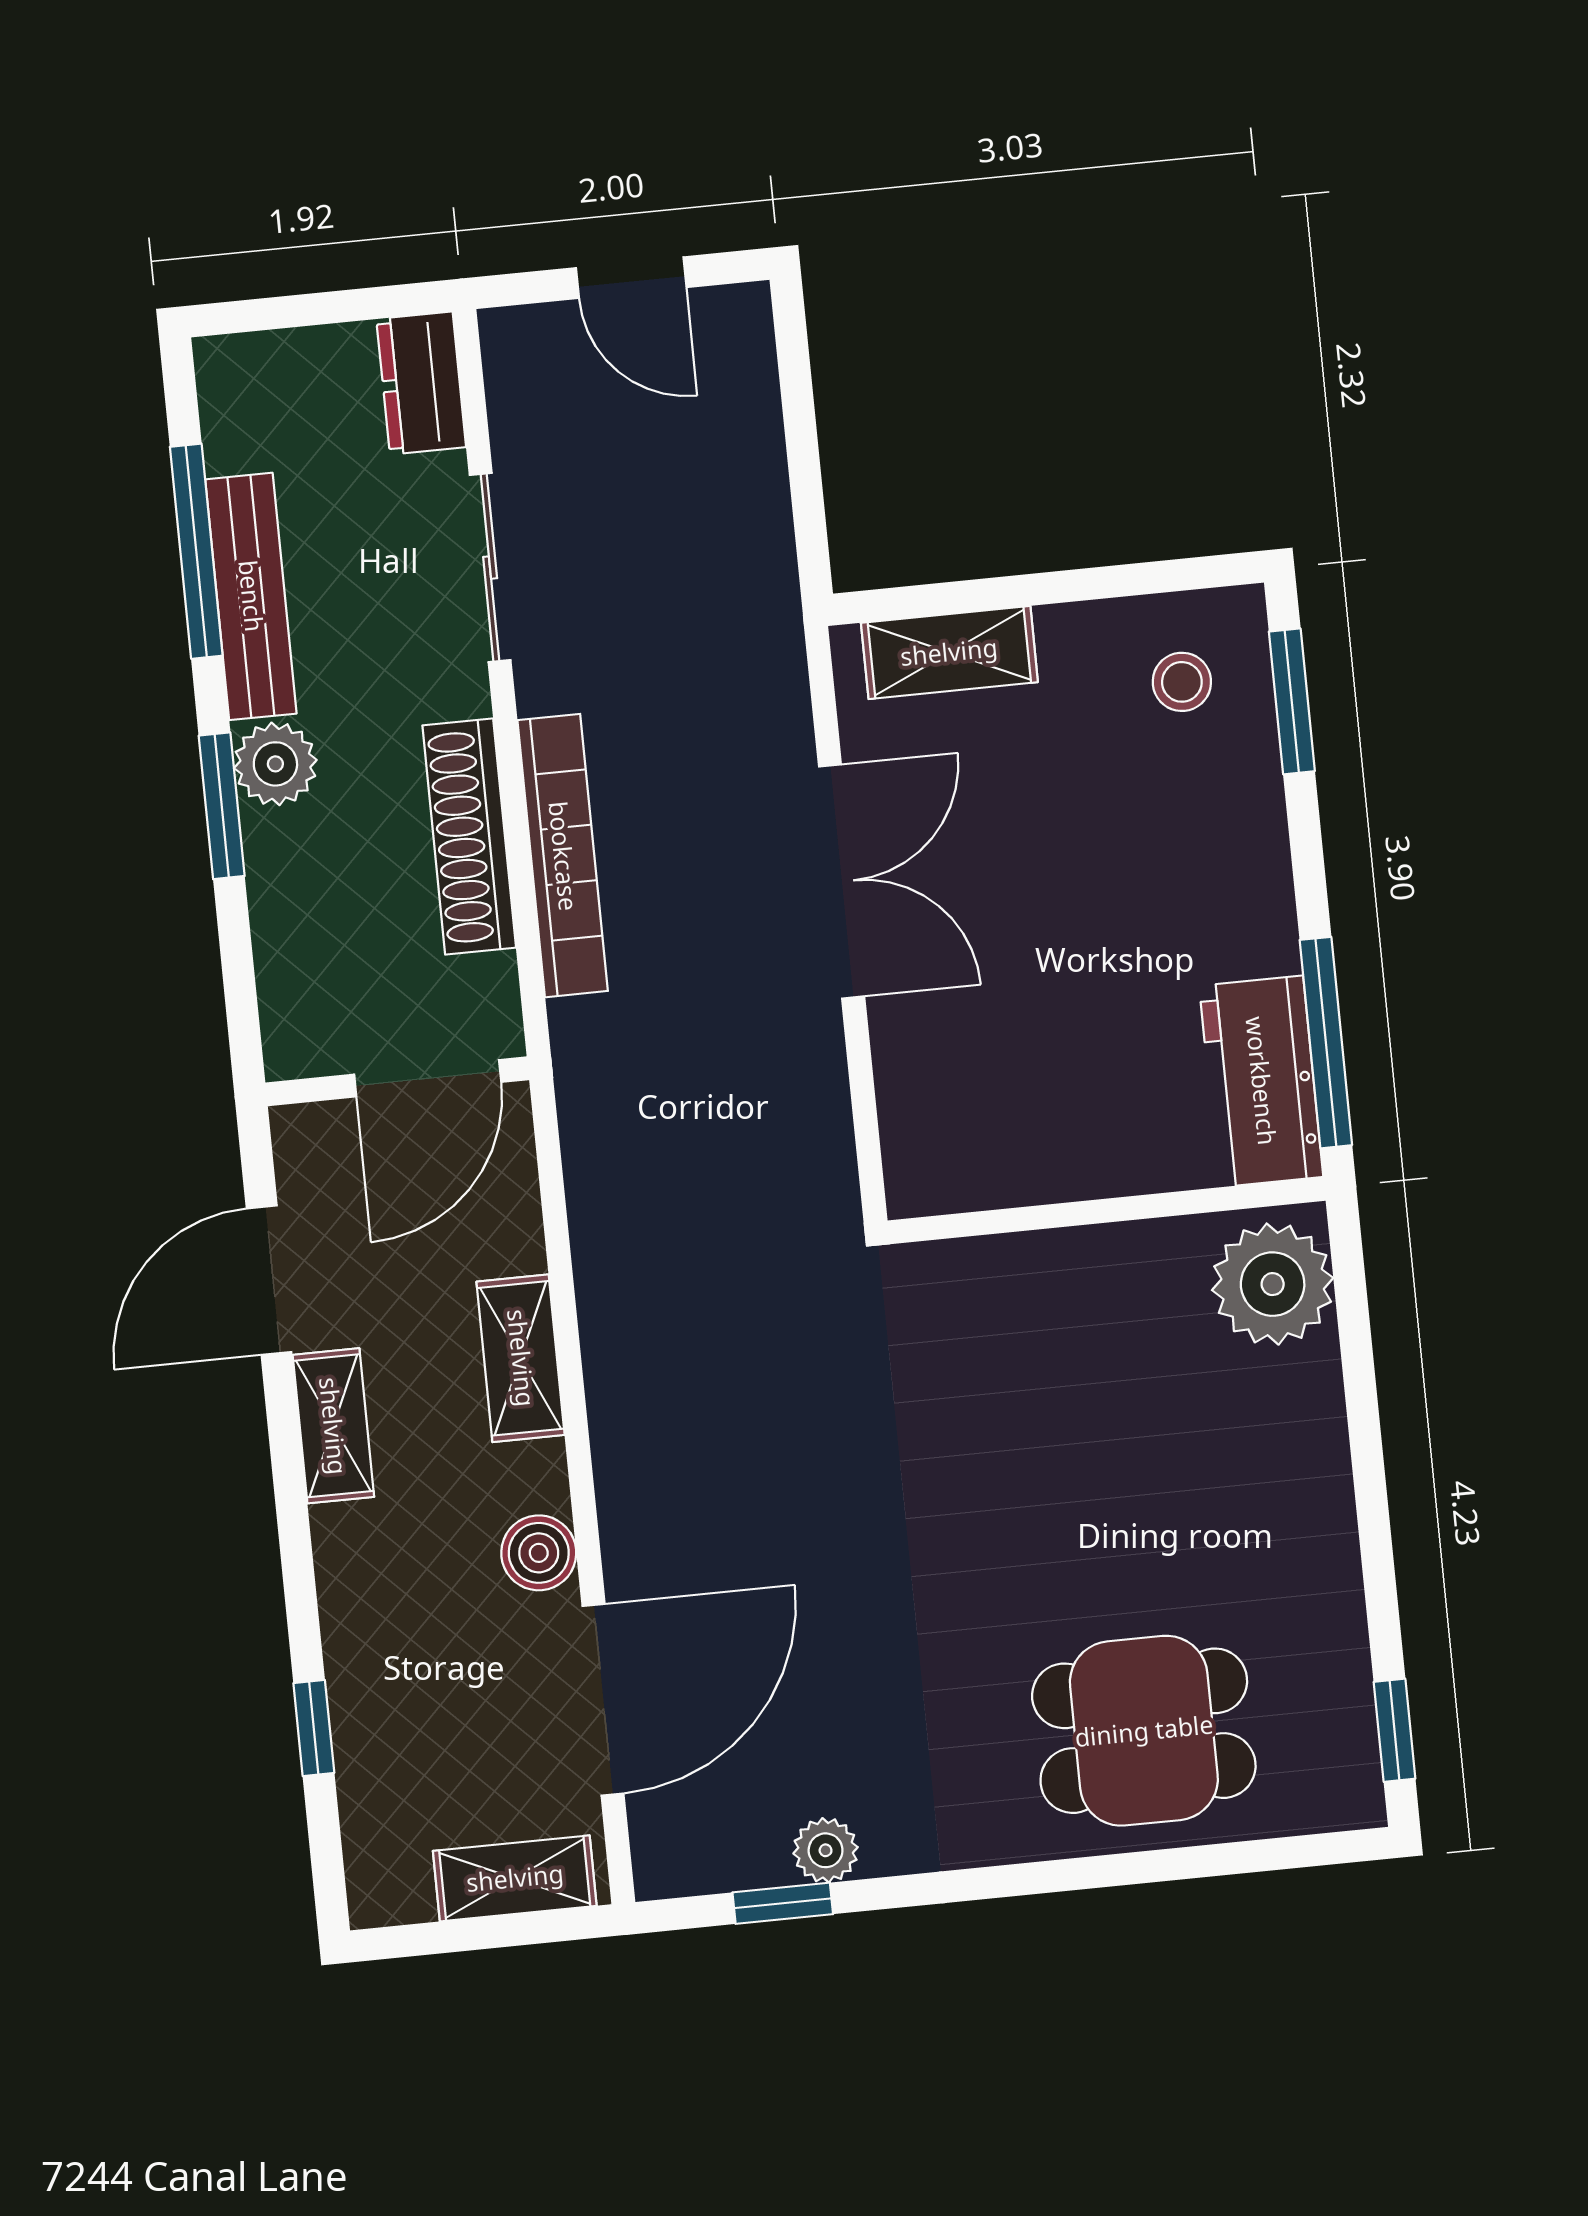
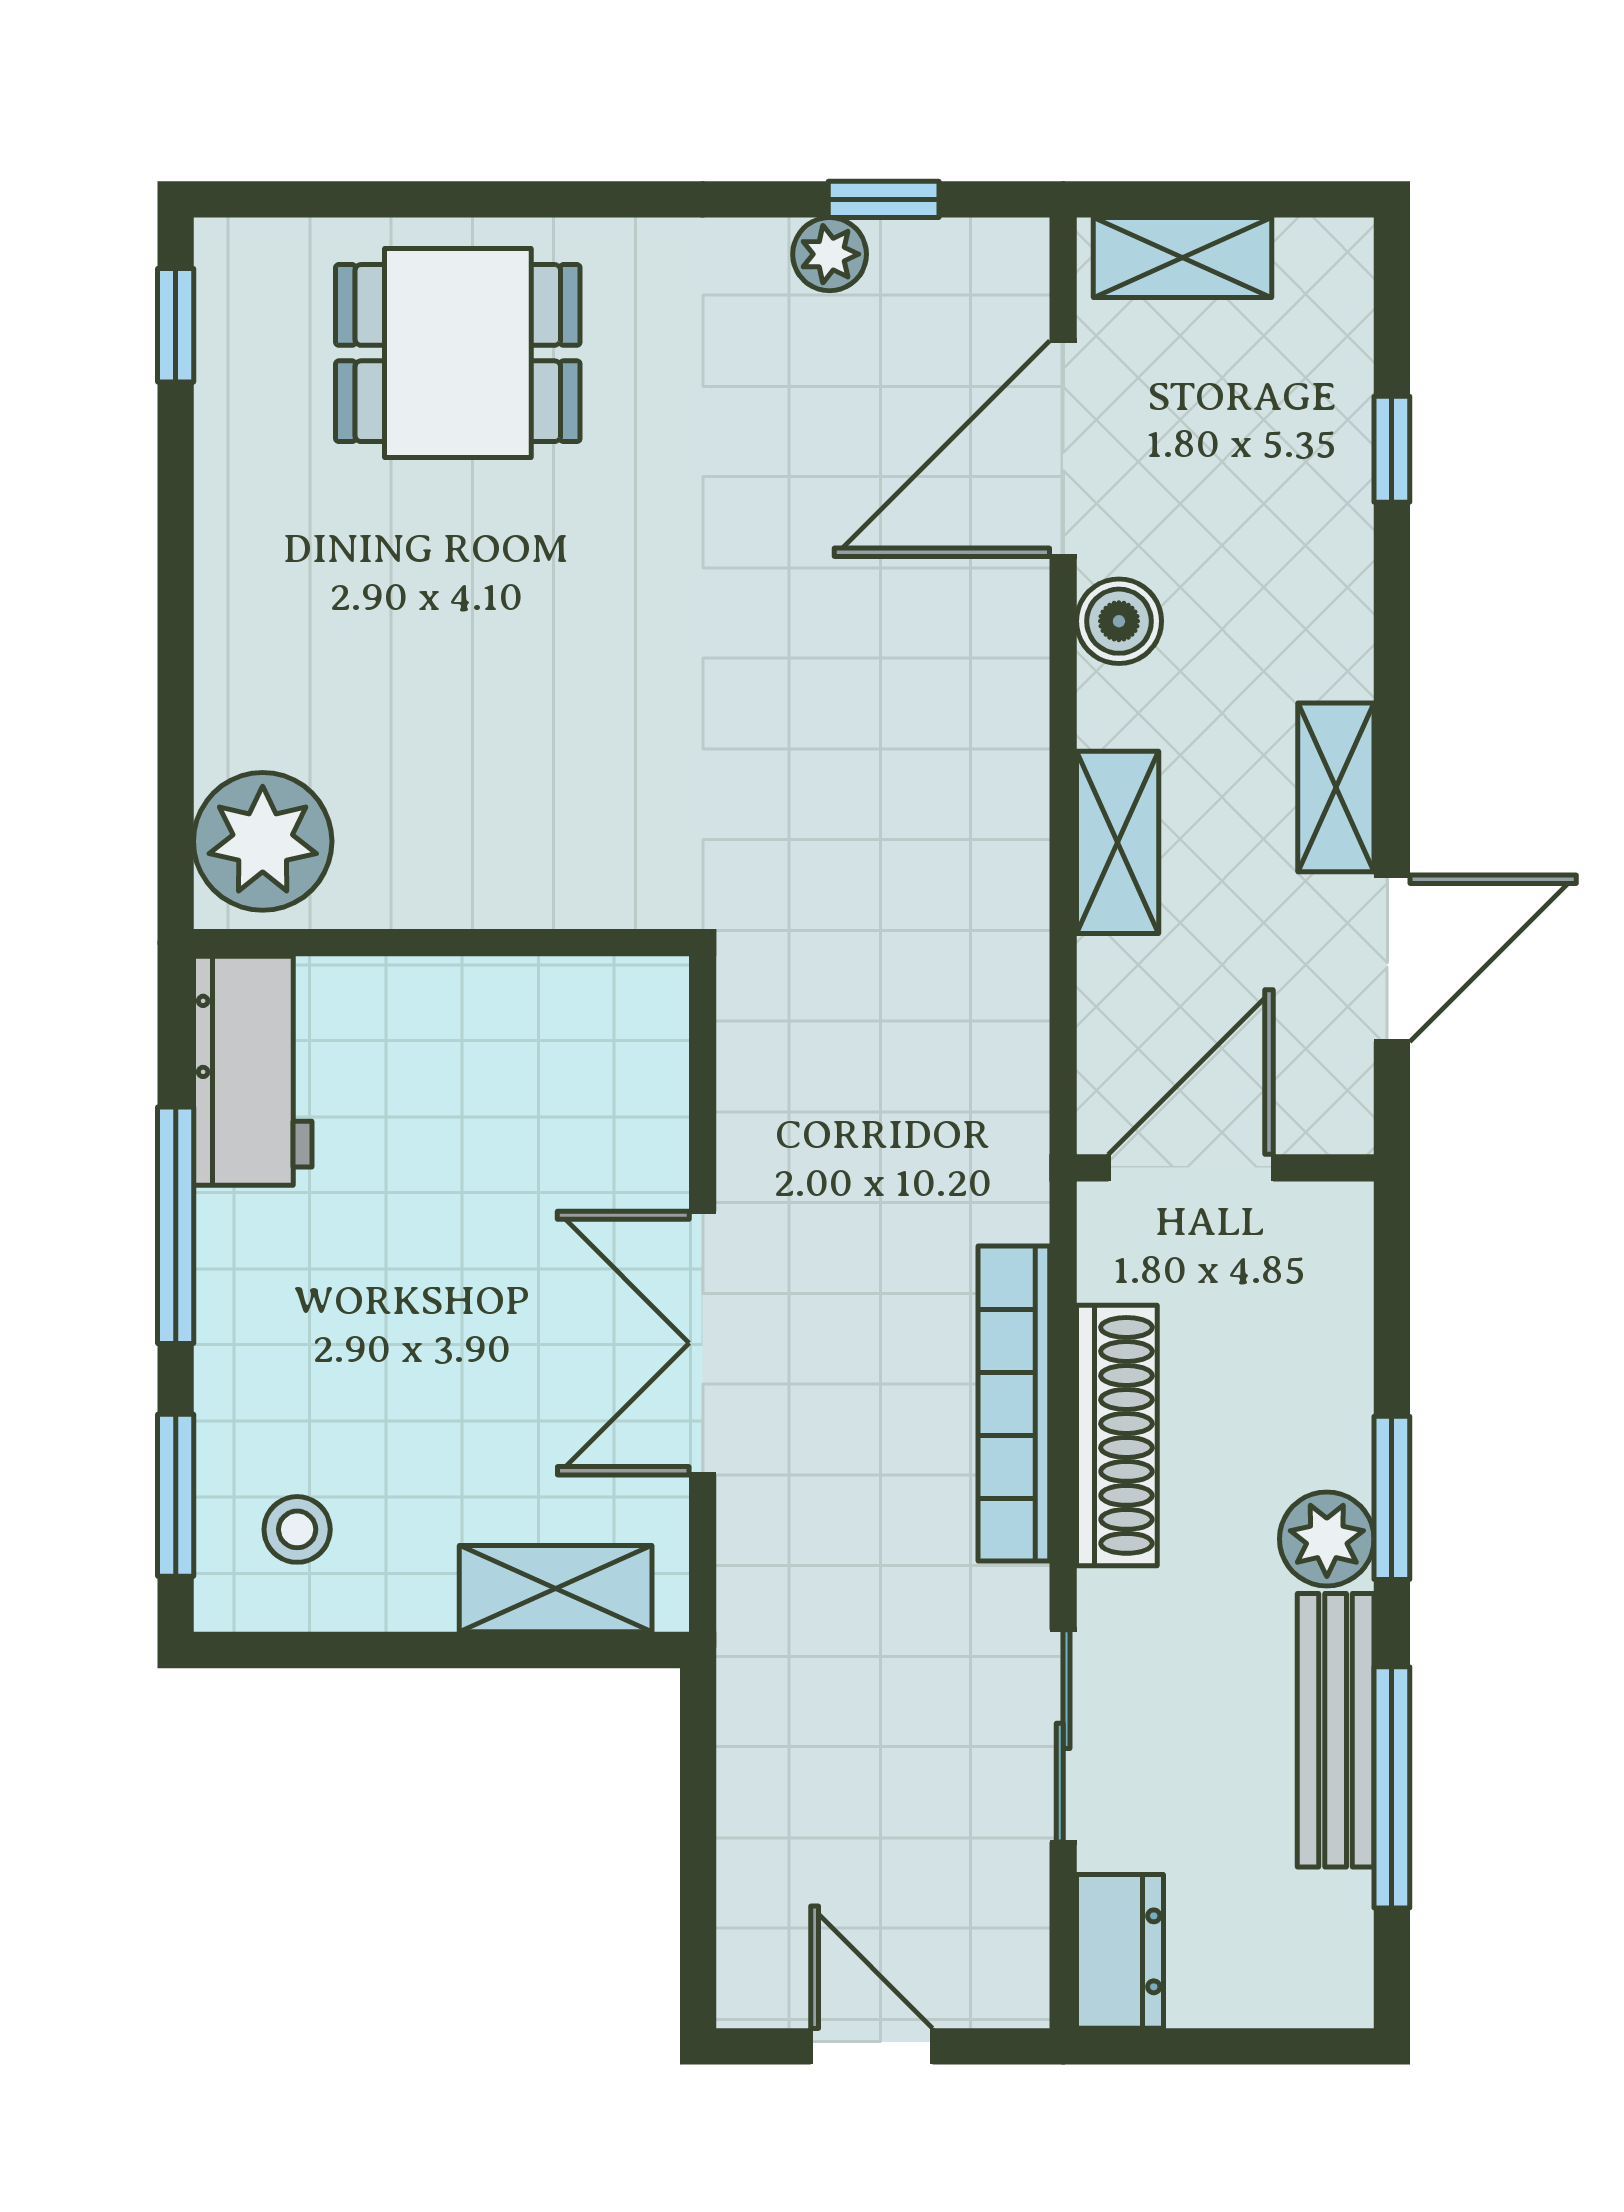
window: (1326, 1043) -> (176, 1225), moved

